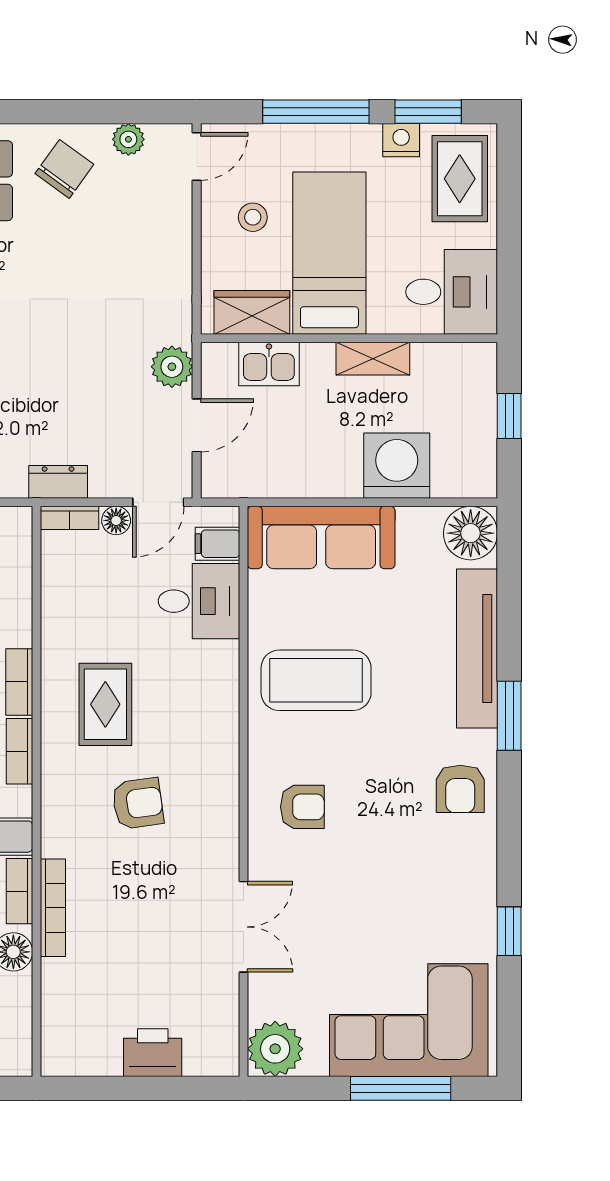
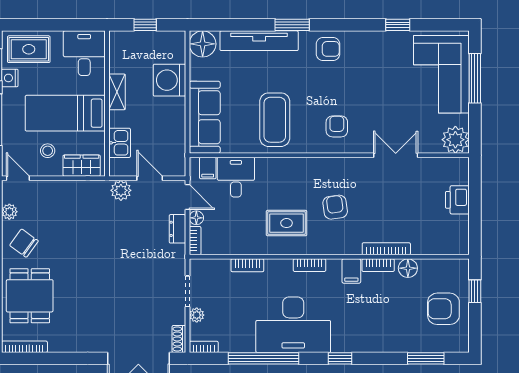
wardrobe: (252, 312) -> (82, 166), moved, turned 90
dresser: (58, 482) -> (177, 229), moved
bookcase: (19, 682) -> (247, 265), moved

